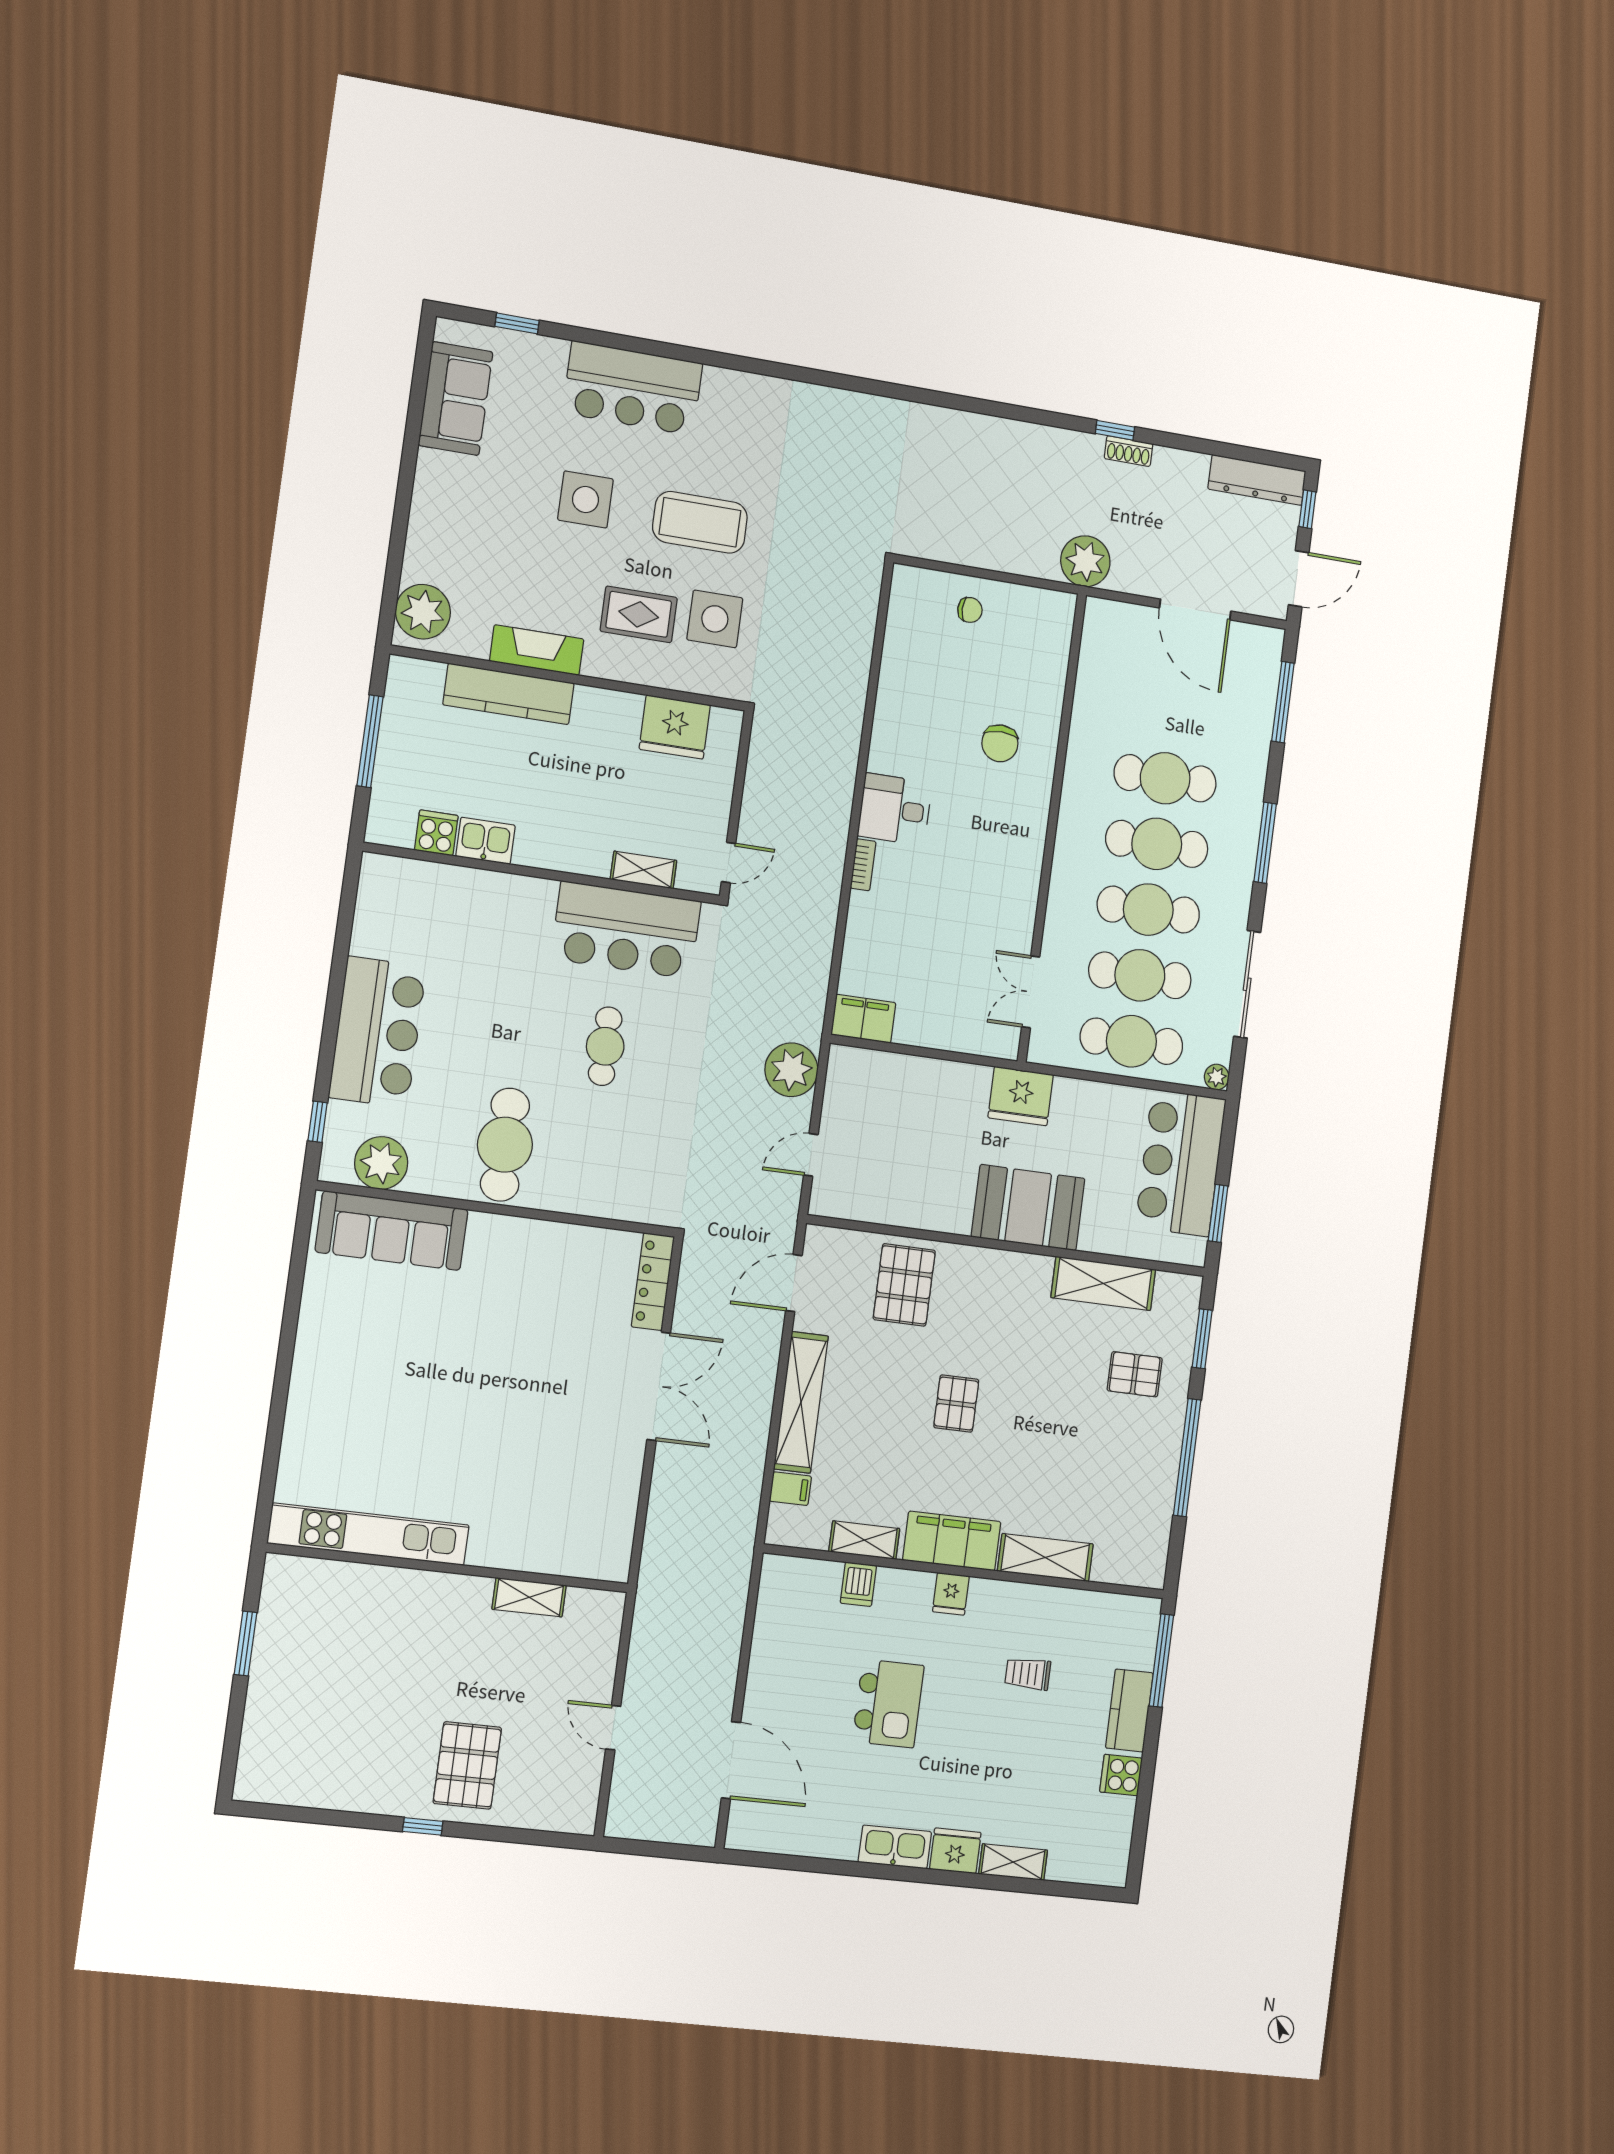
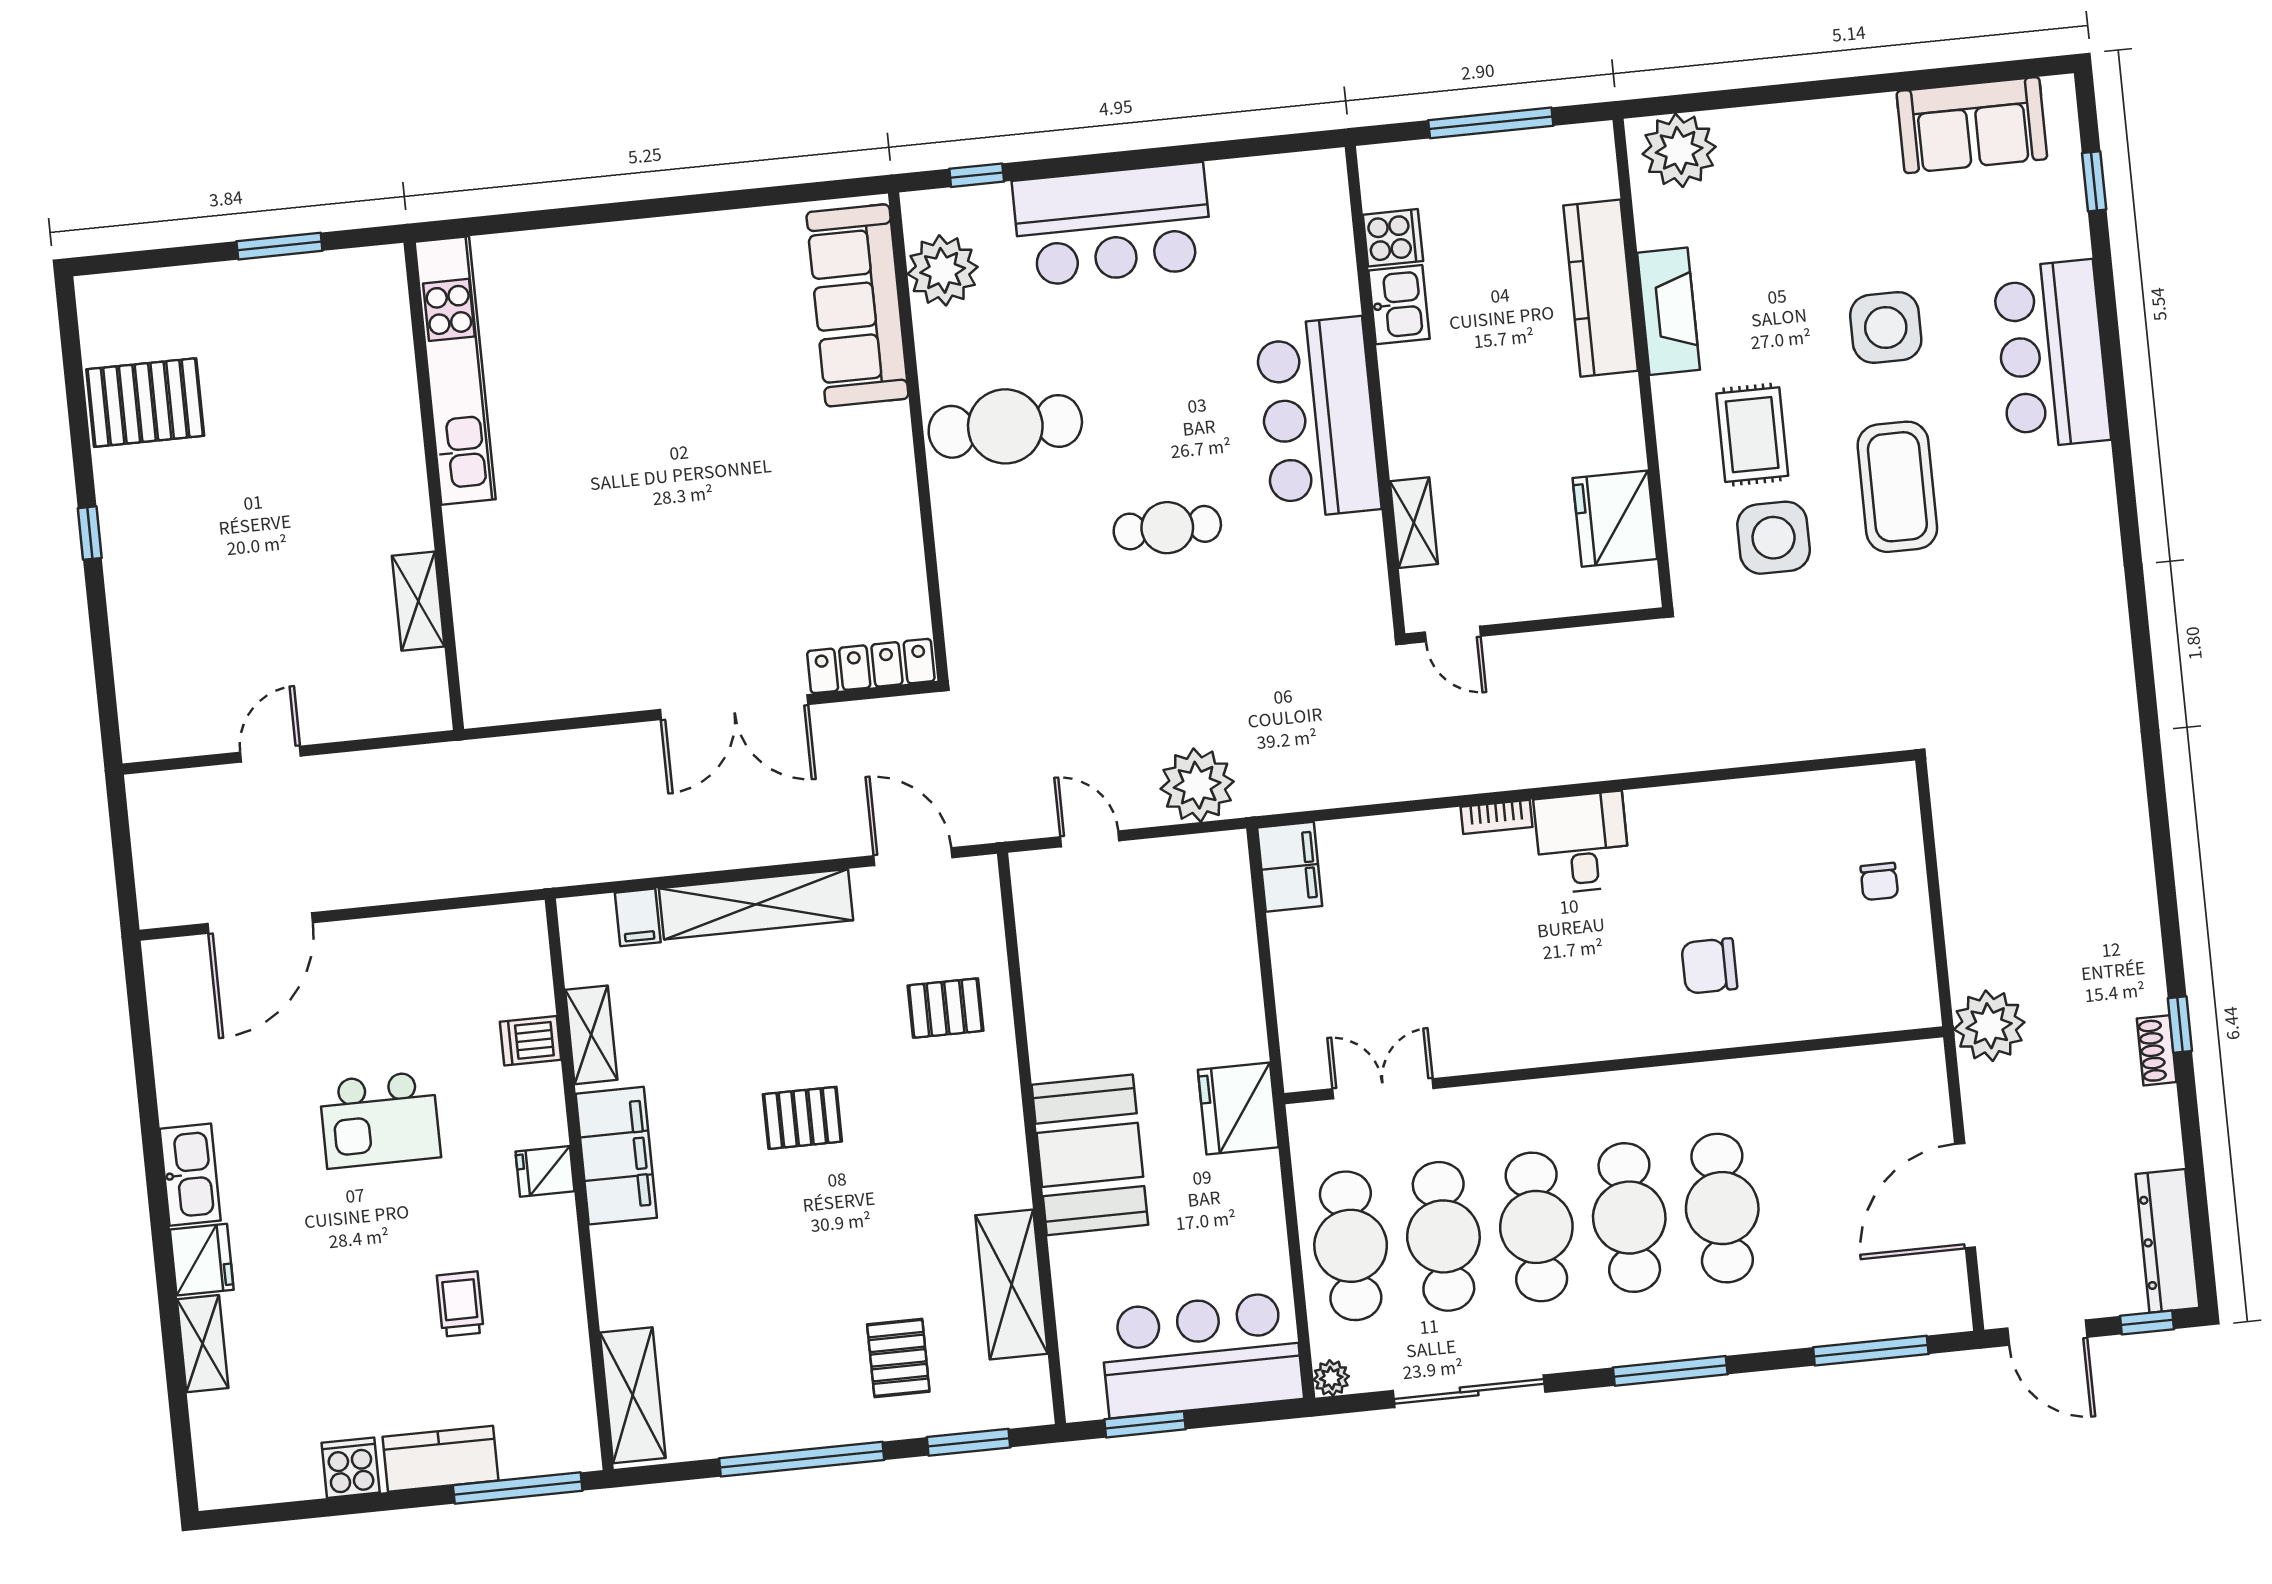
bar counter: (626, 930) -> (1318, 418), moved
pallet: (904, 1285) -> (945, 1008), width x0.67, depth x0.71
shelving: (1045, 1558) -> (633, 1395), moved
pallet: (467, 1765) -> (145, 403), moved

